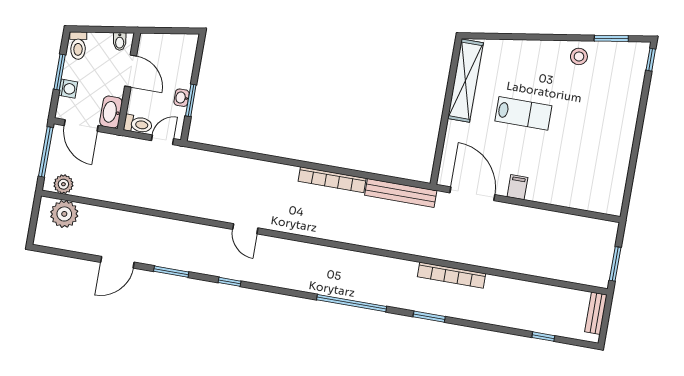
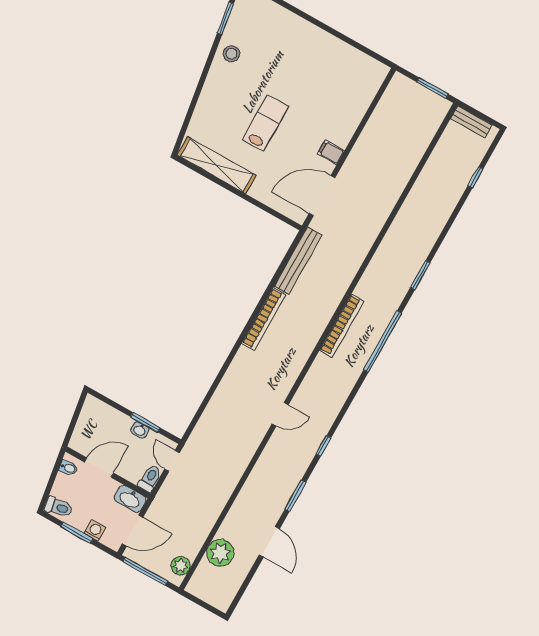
plant: (64, 214) -> (220, 553), moved
bookcase: (452, 275) -> (342, 326), moved

